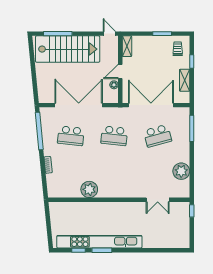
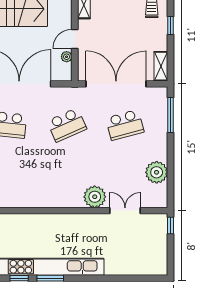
shelving: (185, 80) -> (161, 66), moved
school desk: (114, 136) -> (67, 125), turned -30
plant: (89, 189) -> (95, 197), moved
double door: (158, 200) -> (125, 211), swing flipped

